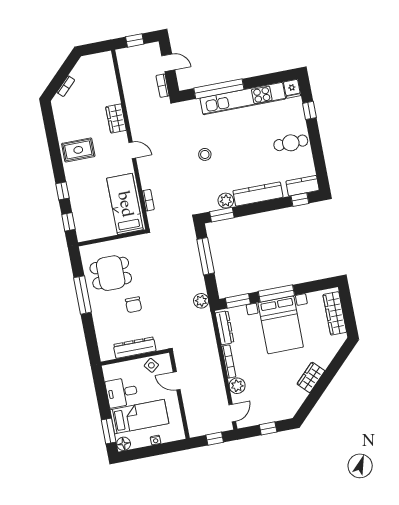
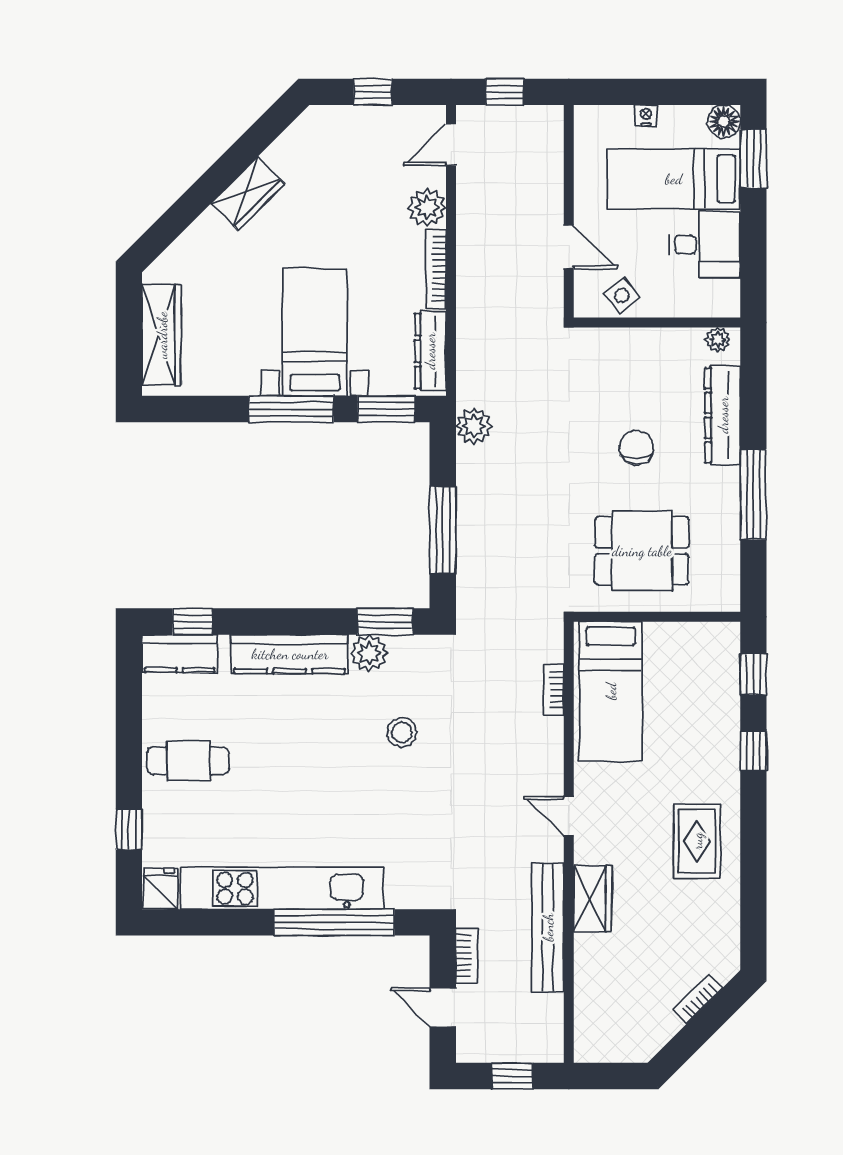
bench: (132, 103) -> (548, 927), added
rug: (78, 150) -> (697, 841), turned 90
stool: (205, 154) -> (402, 732), moved
dining table: (111, 273) -> (642, 551), moved
bed with nightstands: (281, 325) -> (315, 332), width x0.73
dresser: (135, 348) -> (723, 415), moved, turned 90
plant: (109, 355) -> (718, 340), added

